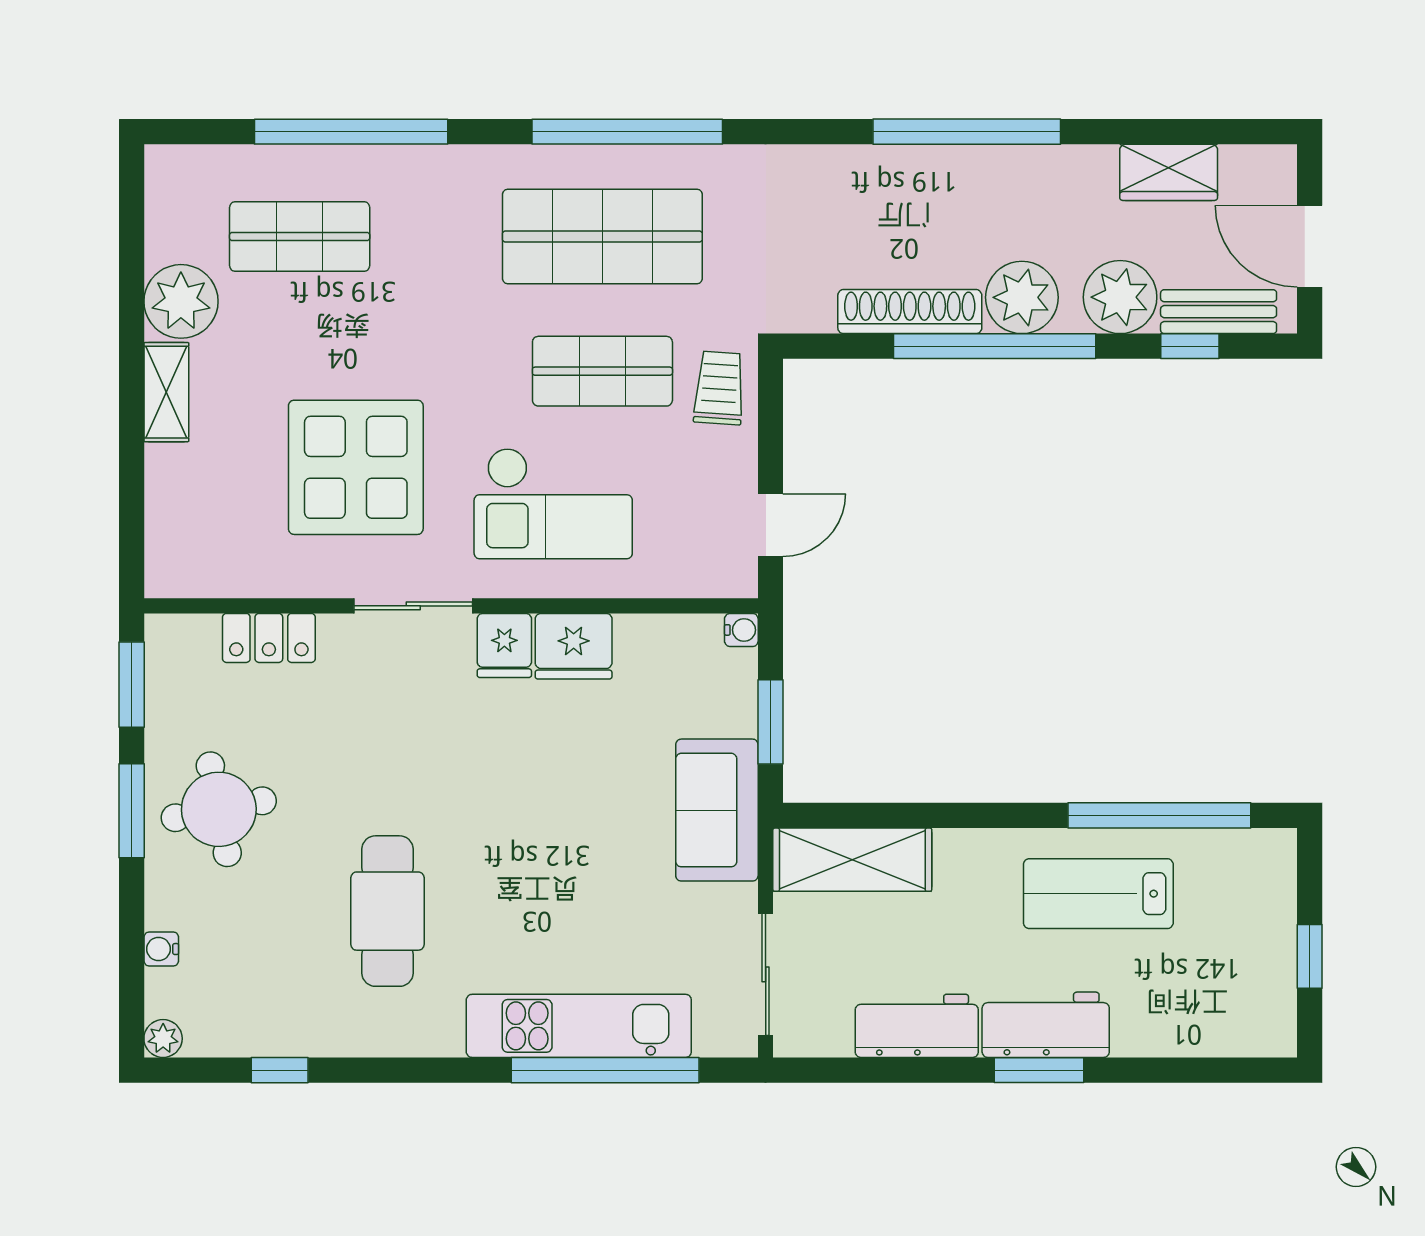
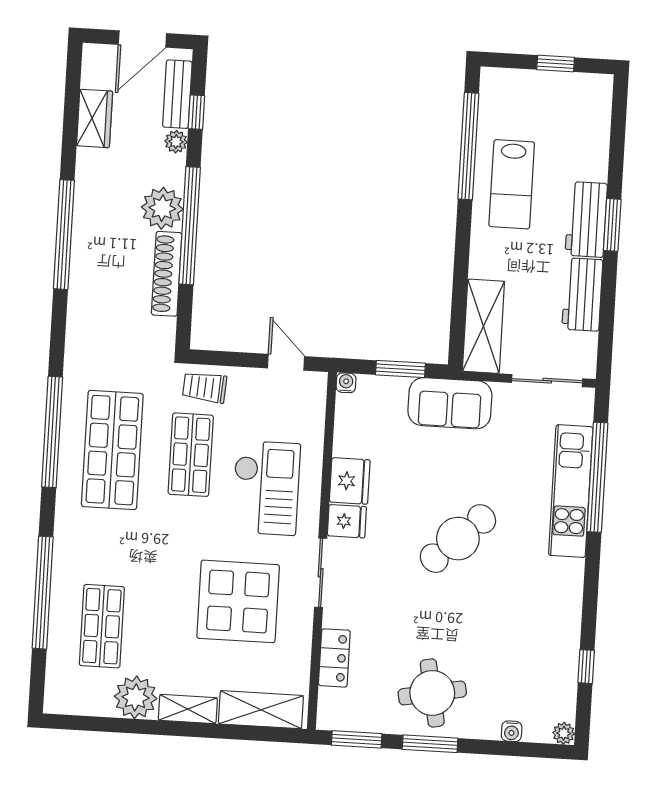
plant: (1120, 297) -> (176, 142), width x0.53, depth x0.53
shelving: (173, 517) -> (261, 710), added
cafe table: (387, 911) -> (458, 539), moved, turned -43

